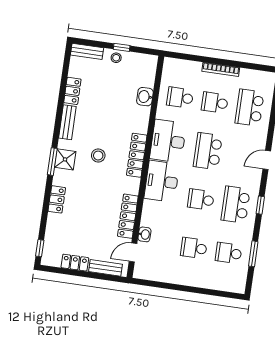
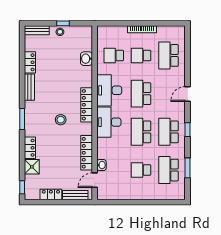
stool: (98, 156) -> (61, 120), moved
shower: (65, 159) -> (32, 167), moved
school desk: (201, 200) -> (141, 132), width x1.85
school desk: (229, 253) -> (168, 170), width x1.85

